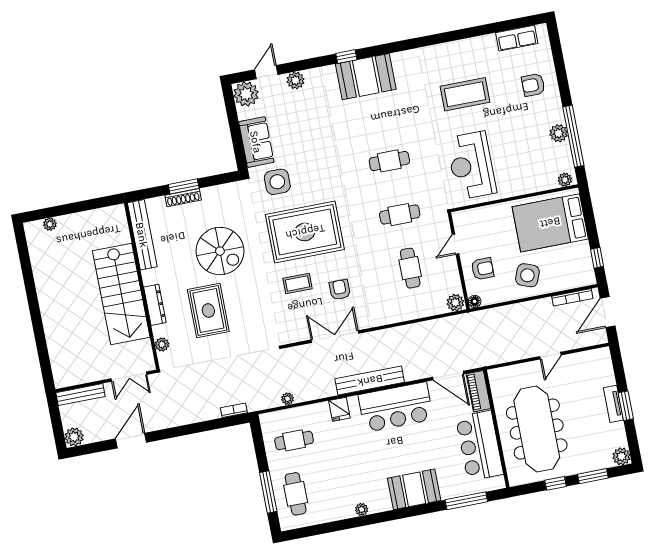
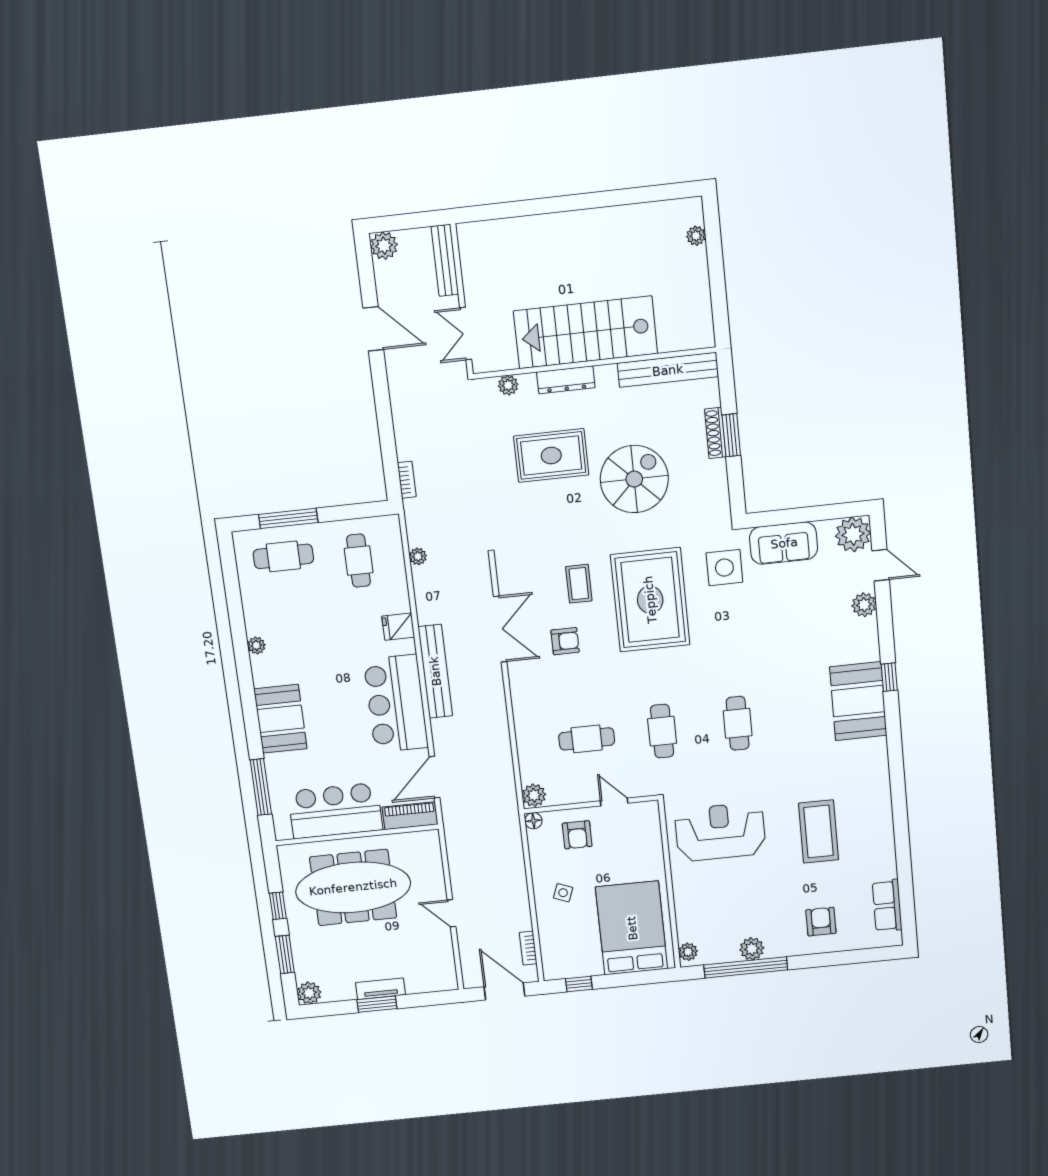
spiral stairs: (220, 251) -> (634, 479), turned 180
side table: (527, 275) -> (563, 893), width x0.54, depth x0.54
bookcase: (572, 297) -> (528, 948), width x0.64

